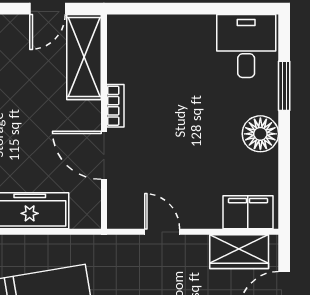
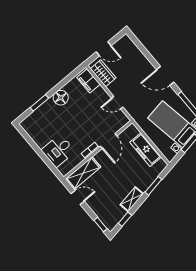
desk: (246, 46) -> (58, 151), moved
door: (162, 232) -> (117, 103), hinge flipped

